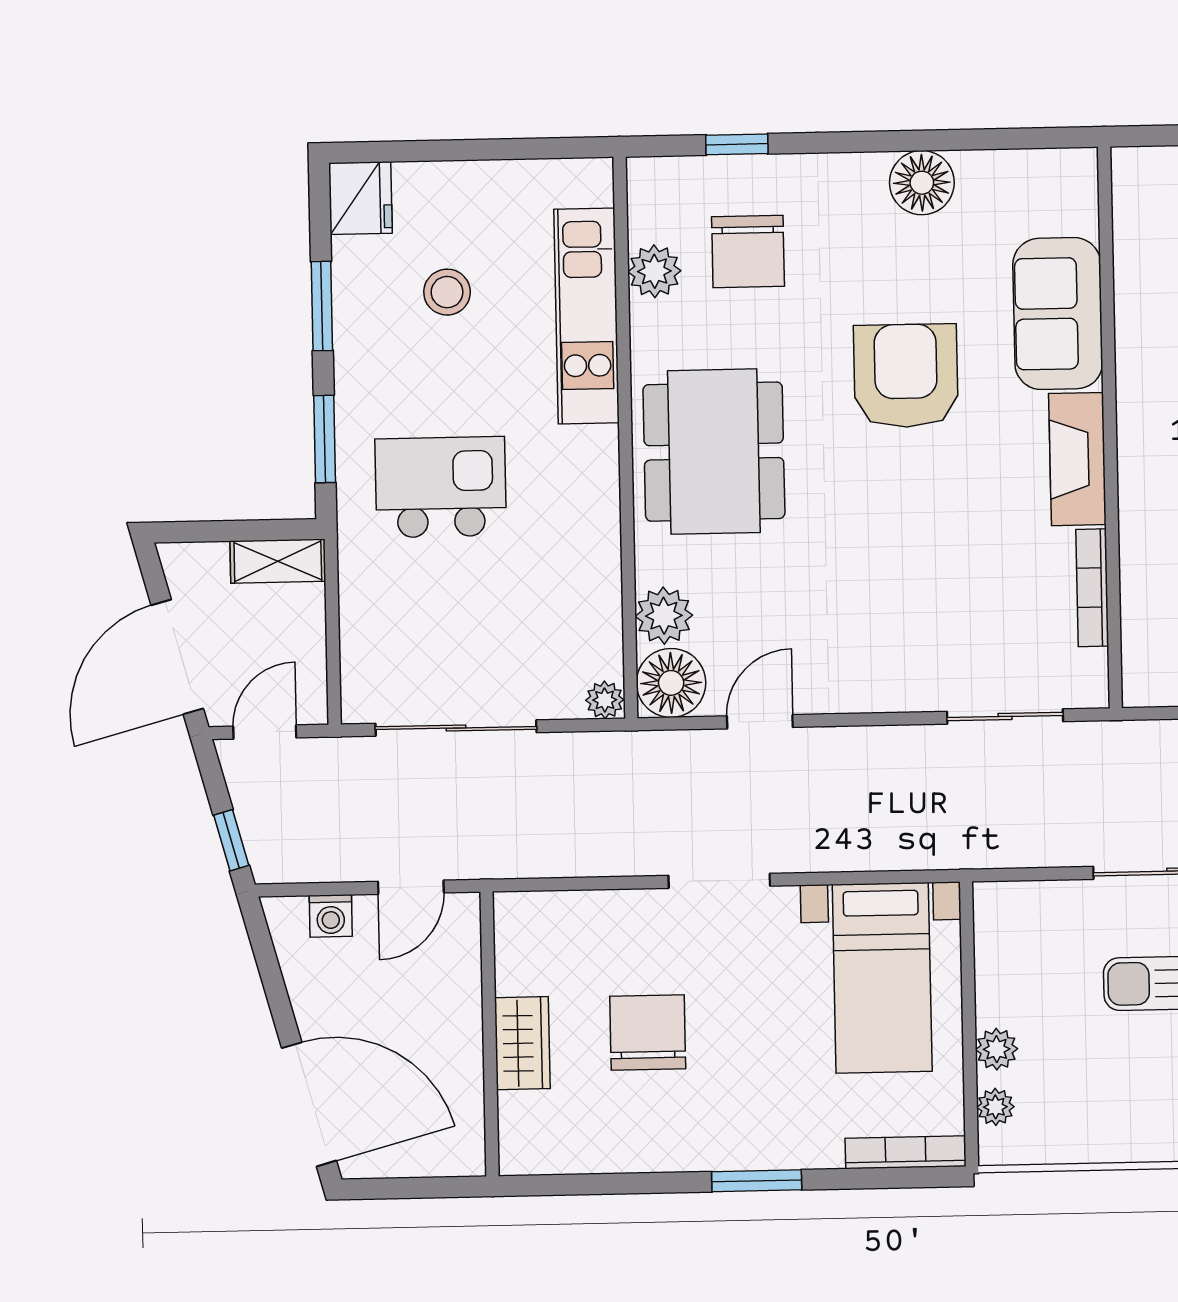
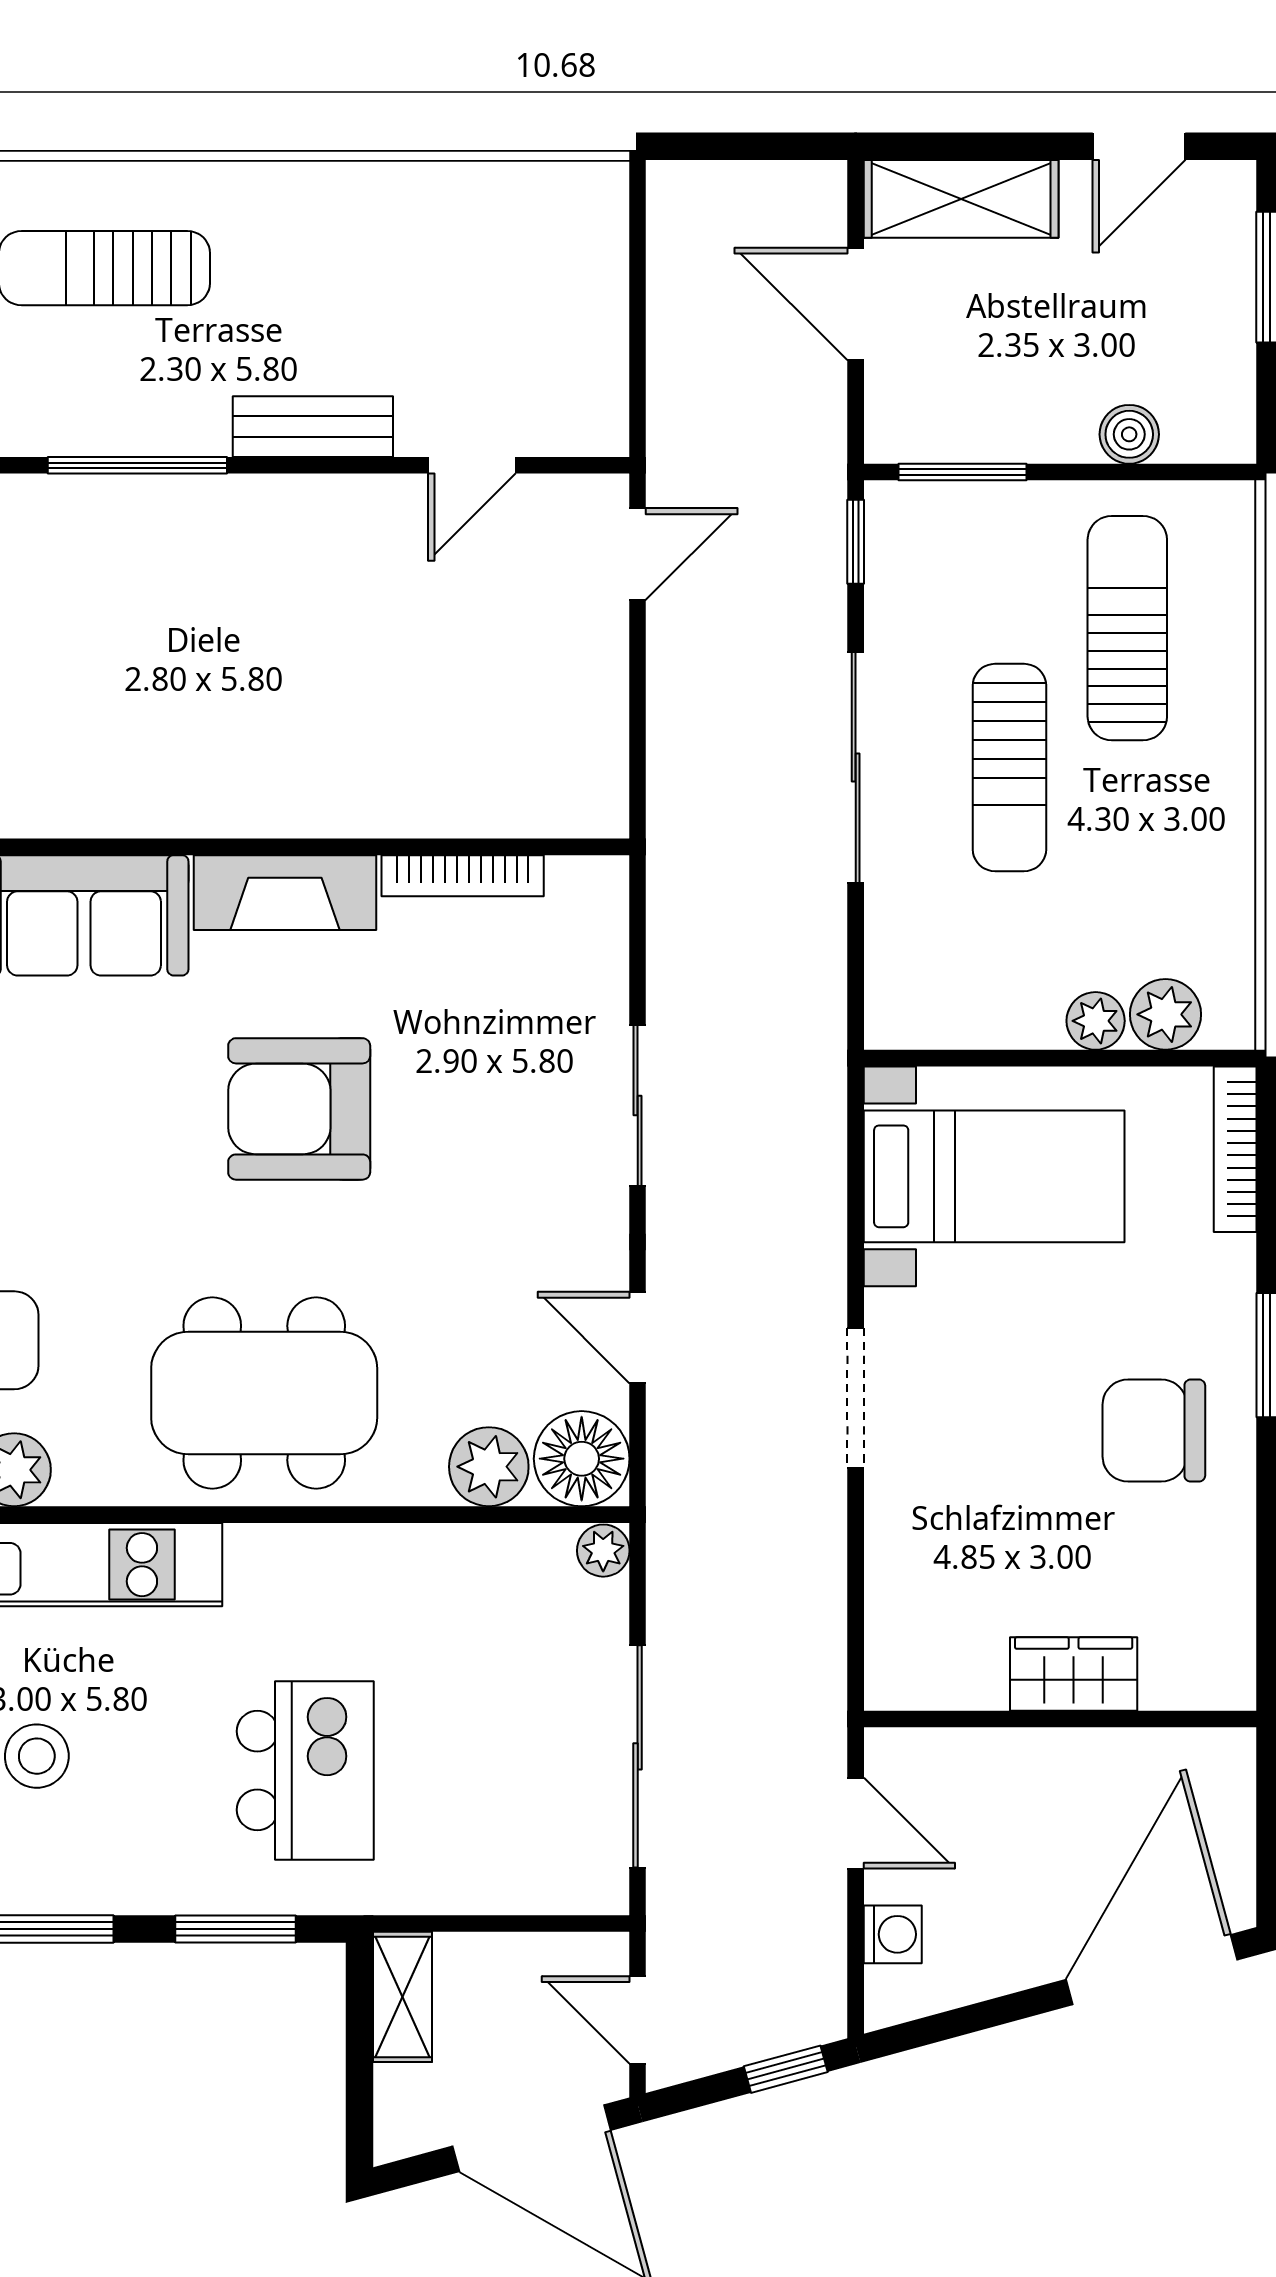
armchair: (906, 376) -> (299, 1109), moved
kitchen island: (441, 487) -> (305, 1771), turned 180
sliding door: (1005, 716) -> (638, 1105), moved
chair: (648, 1033) -> (1154, 1431), moved
plant: (995, 1107) -> (1166, 1014), width x1.38, depth x1.38

